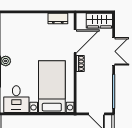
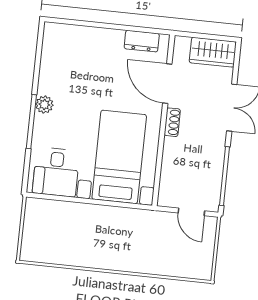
door: (75, 41) -> (167, 84), swing flipped

